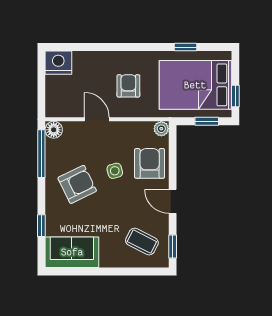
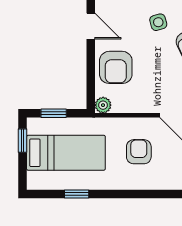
bed: (195, 85) -> (66, 153), width x0.67
armchair: (128, 86) -> (139, 152), turned 180
side table: (115, 171) -> (158, 22), moved

